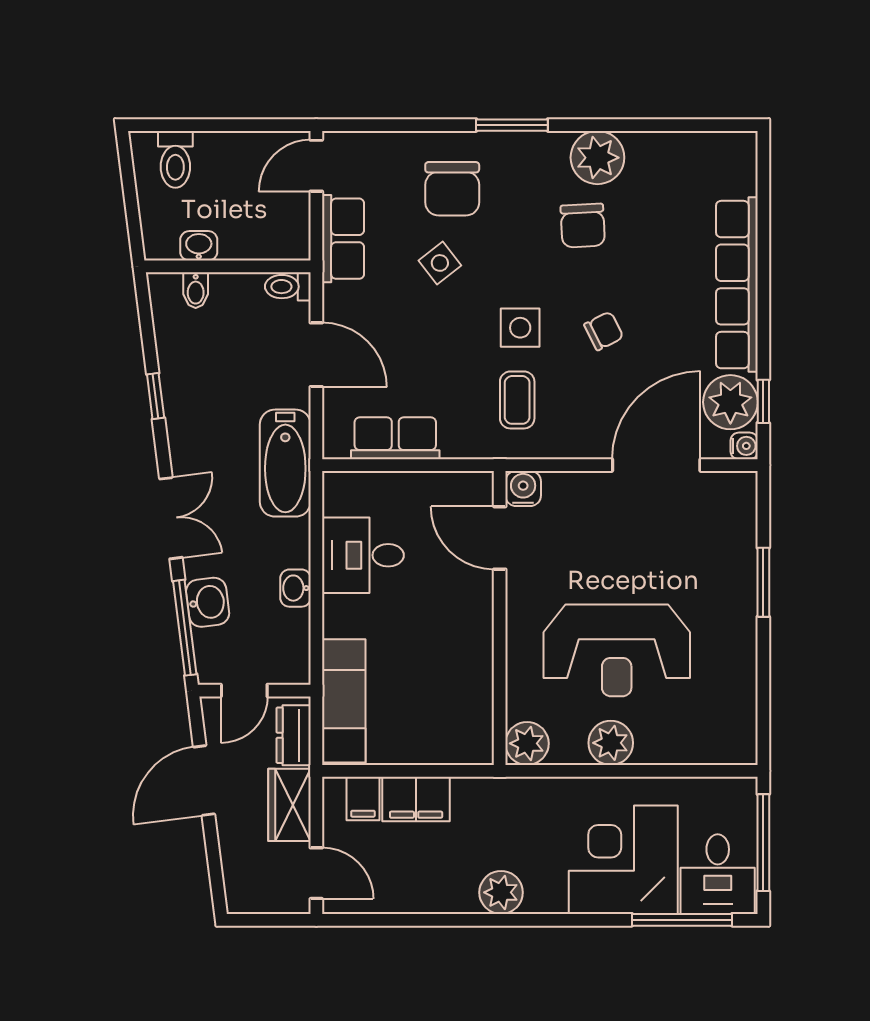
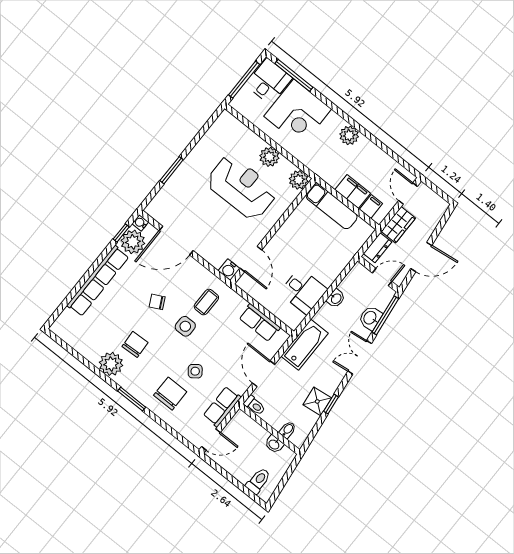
shower: (183, 381) -> (317, 401), added
exam couch: (344, 701) -> (332, 206), moved, turned -90

